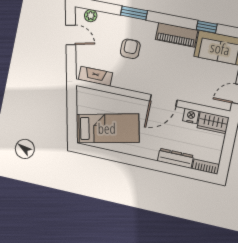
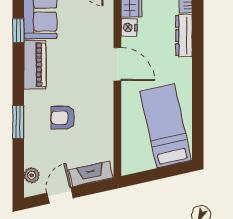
fireplace: (95, 76) -> (91, 174), moved, turned 77

